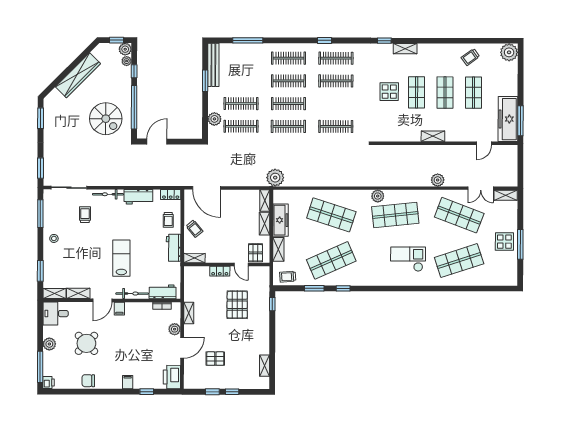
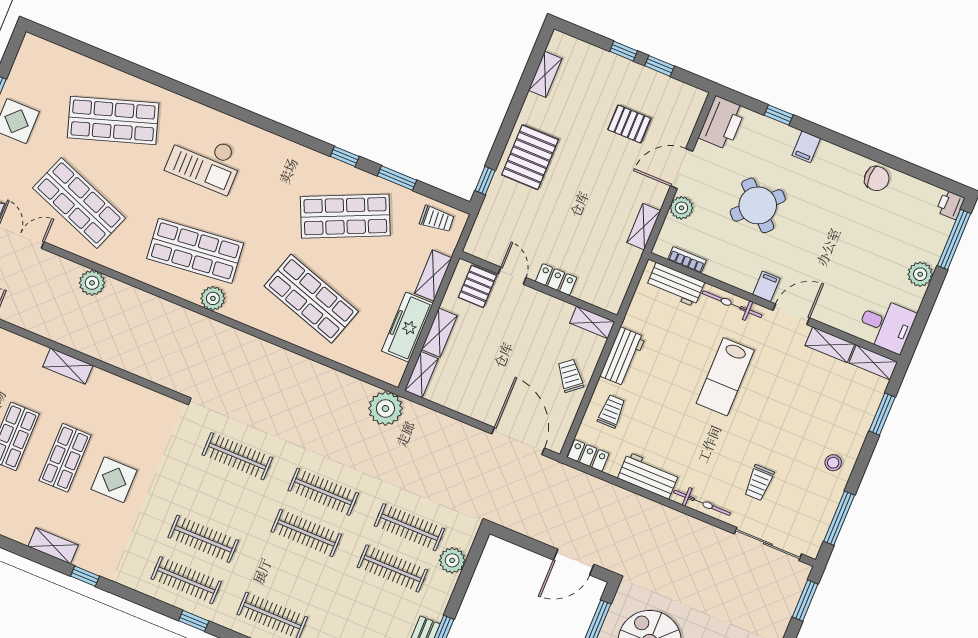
clothes rail: (288, 81) -> (289, 574), removed
pallet: (237, 305) -> (530, 157), moved
round table: (86, 343) -> (758, 205), moved

